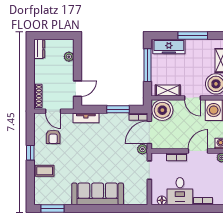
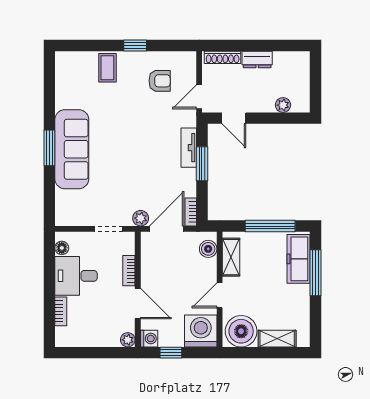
window: (193, 36) -> (315, 273), moved
dresser: (39, 49) -> (257, 60), moved
window: (118, 109) -> (202, 164), moved
boiler: (162, 110) -> (208, 249), width x0.54, depth x0.54
door: (53, 111) -> (199, 97), moved
tv unit: (86, 118) -> (189, 148), moved
door: (149, 132) -> (167, 229), hinge flipped
armchair: (53, 137) -> (160, 81), turned 180
window: (53, 209) -> (49, 148), moved

